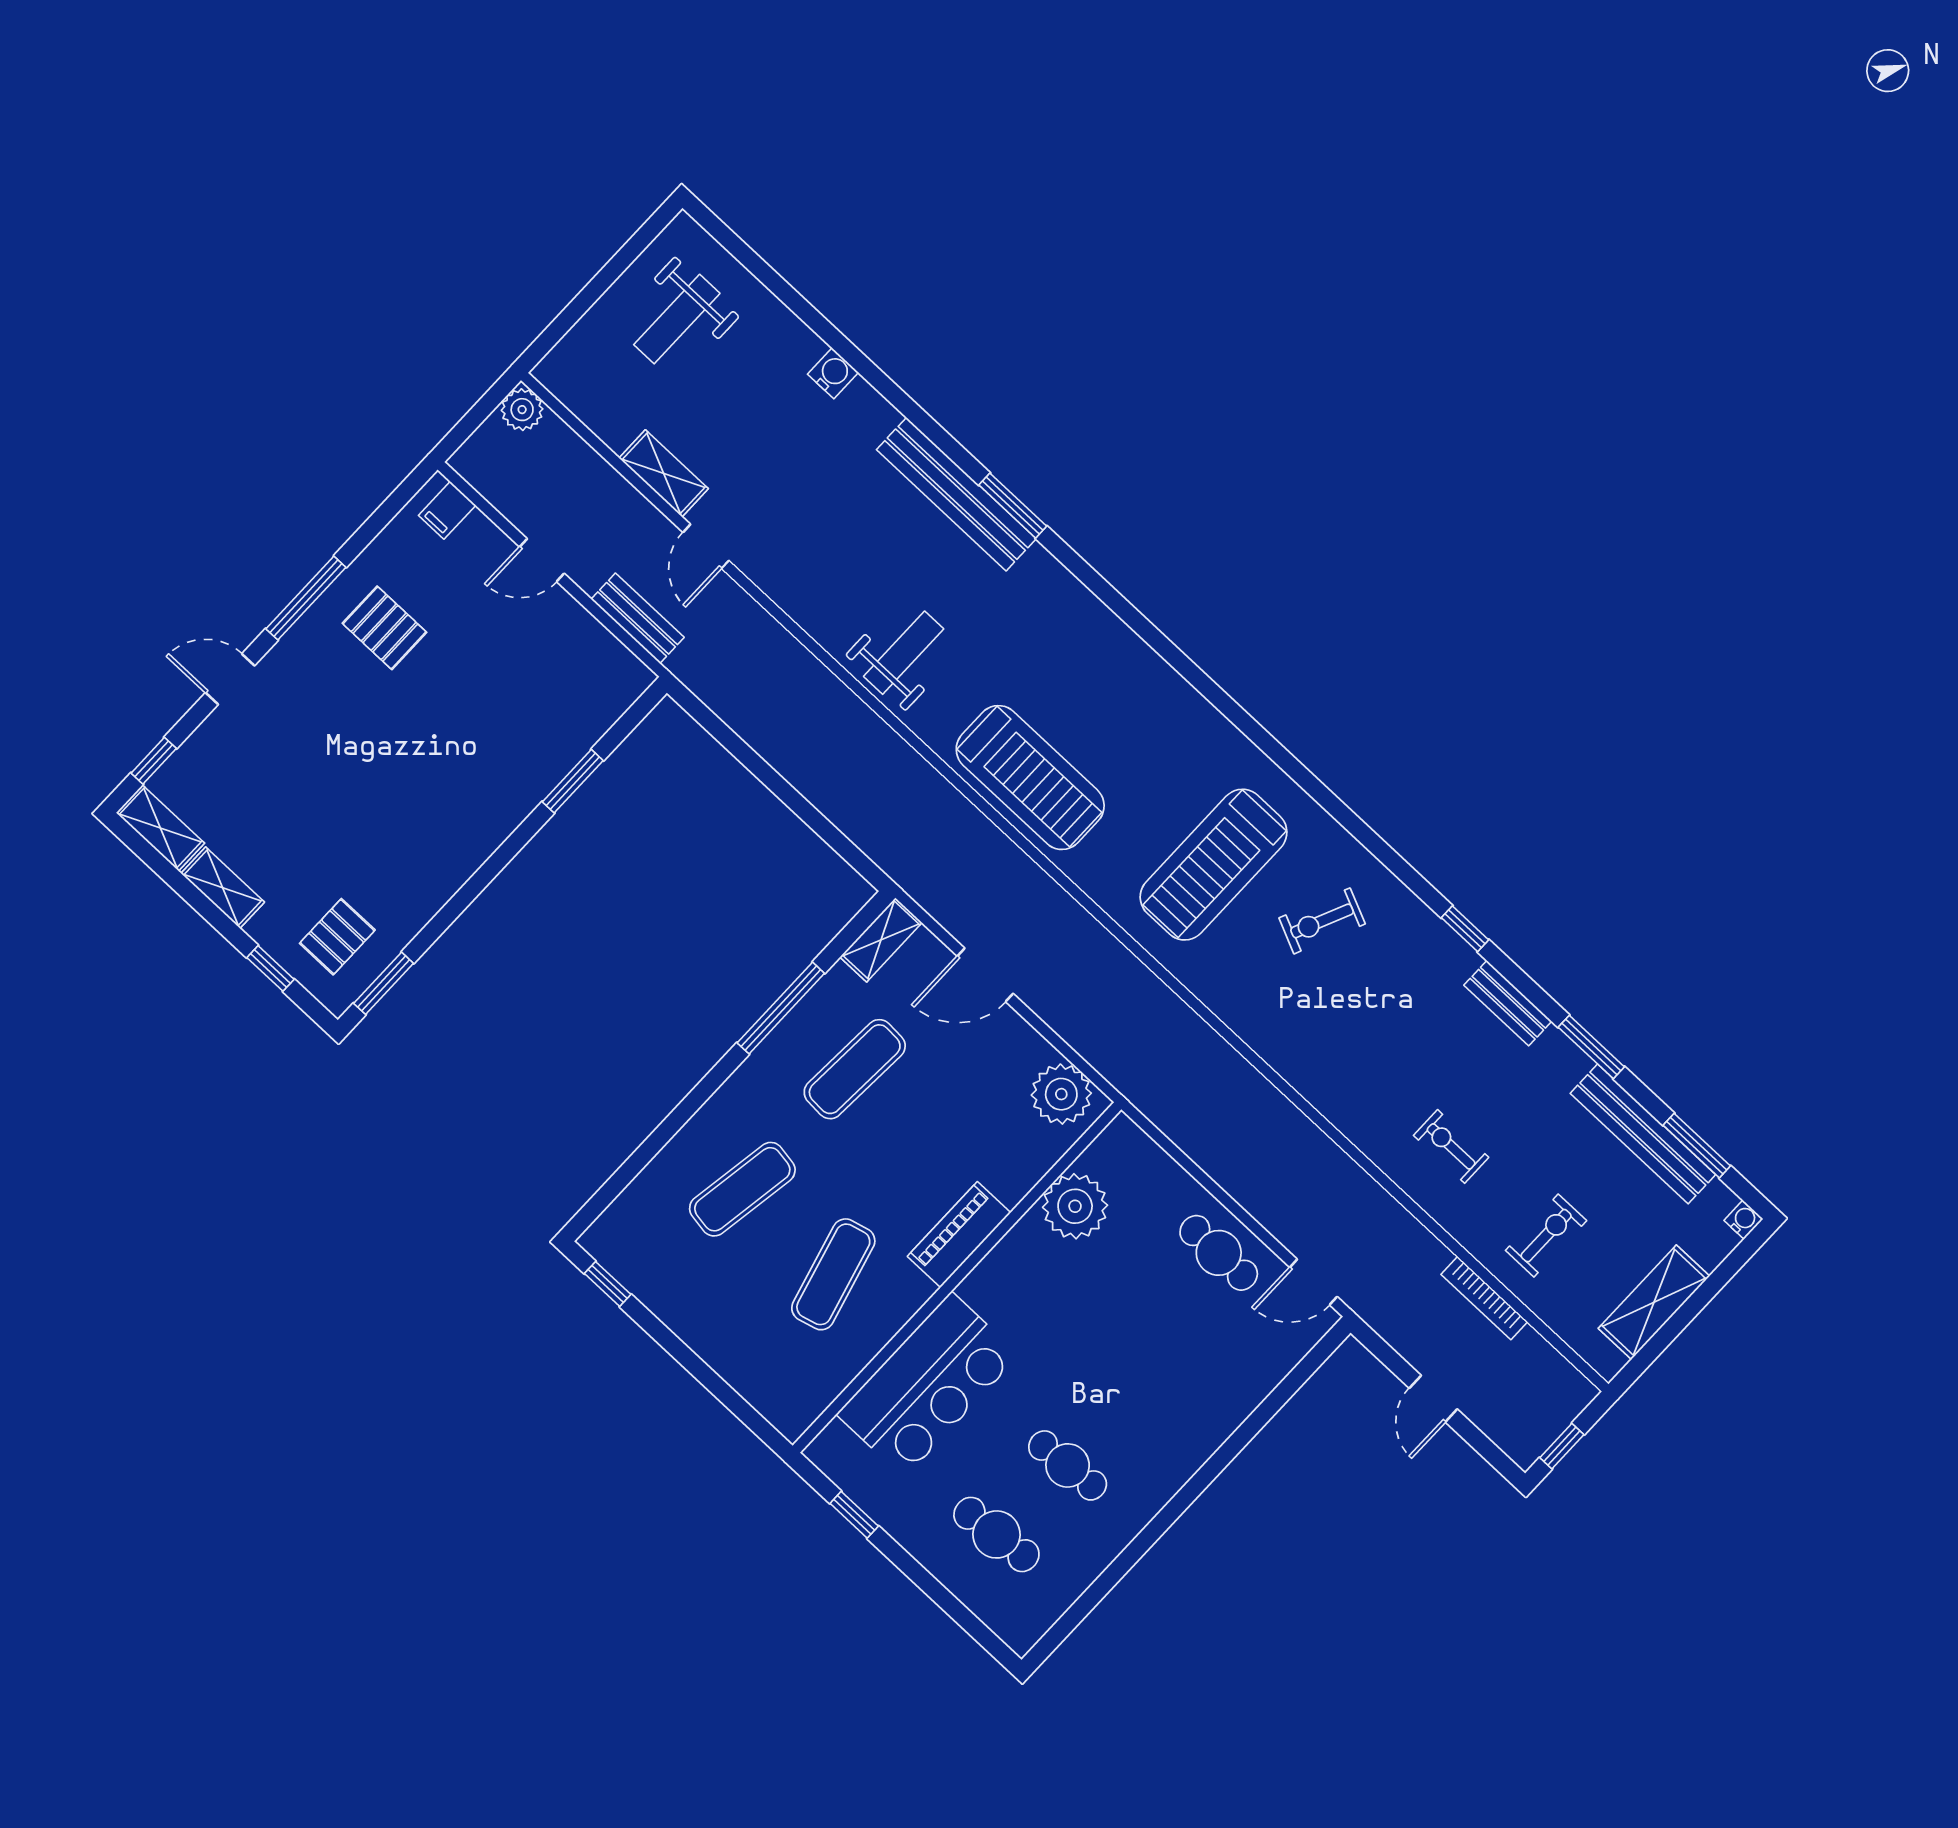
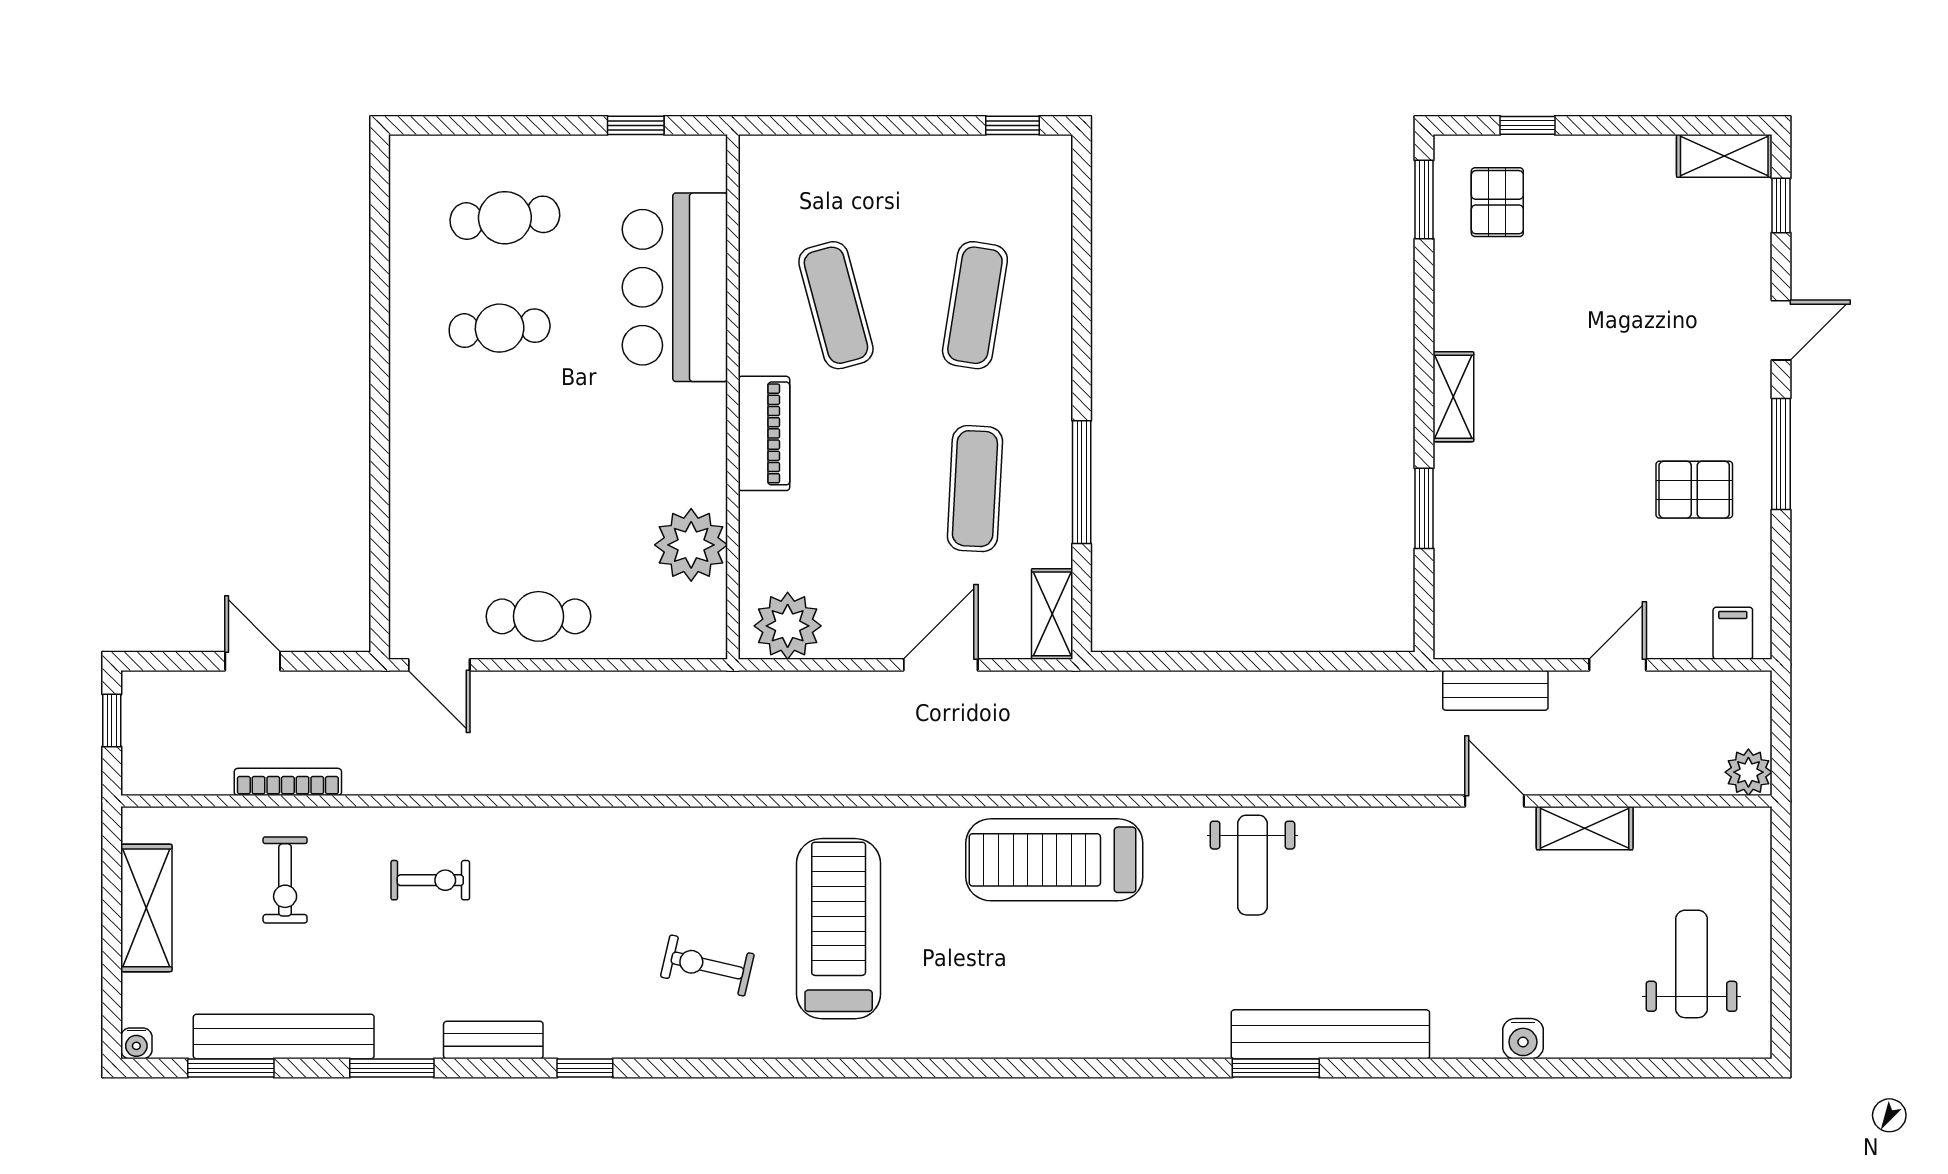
shelving: (223, 888) -> (1453, 397), moved, turned 90
exercise bike: (1322, 921) -> (707, 965), turned -101
door: (1313, 1282) -> (439, 665), swing flipped

